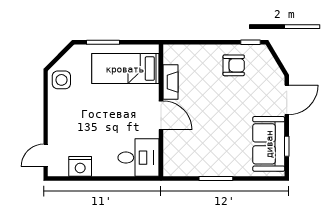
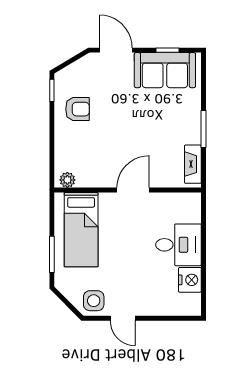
plant: (170, 56) -> (67, 180), added
armchair: (234, 65) -> (77, 109), turned 90
fireplace: (170, 82) -> (193, 164), moved, turned -90
door: (46, 155) -> (123, 318), moved
desk: (138, 158) -> (178, 245), moved, turned 90

